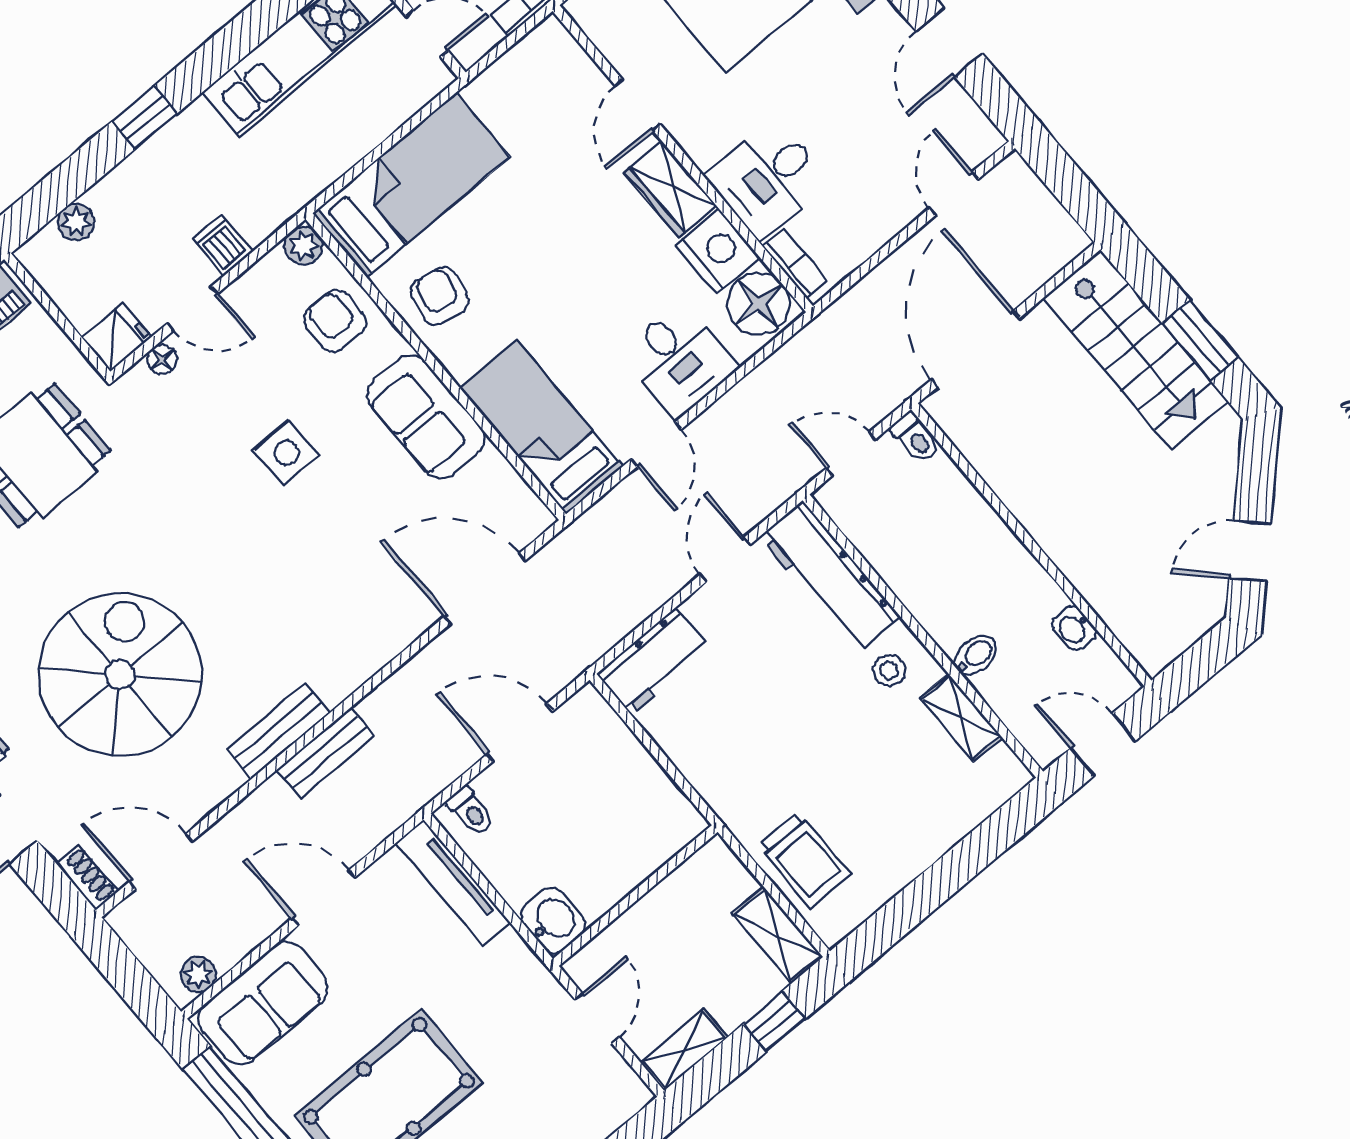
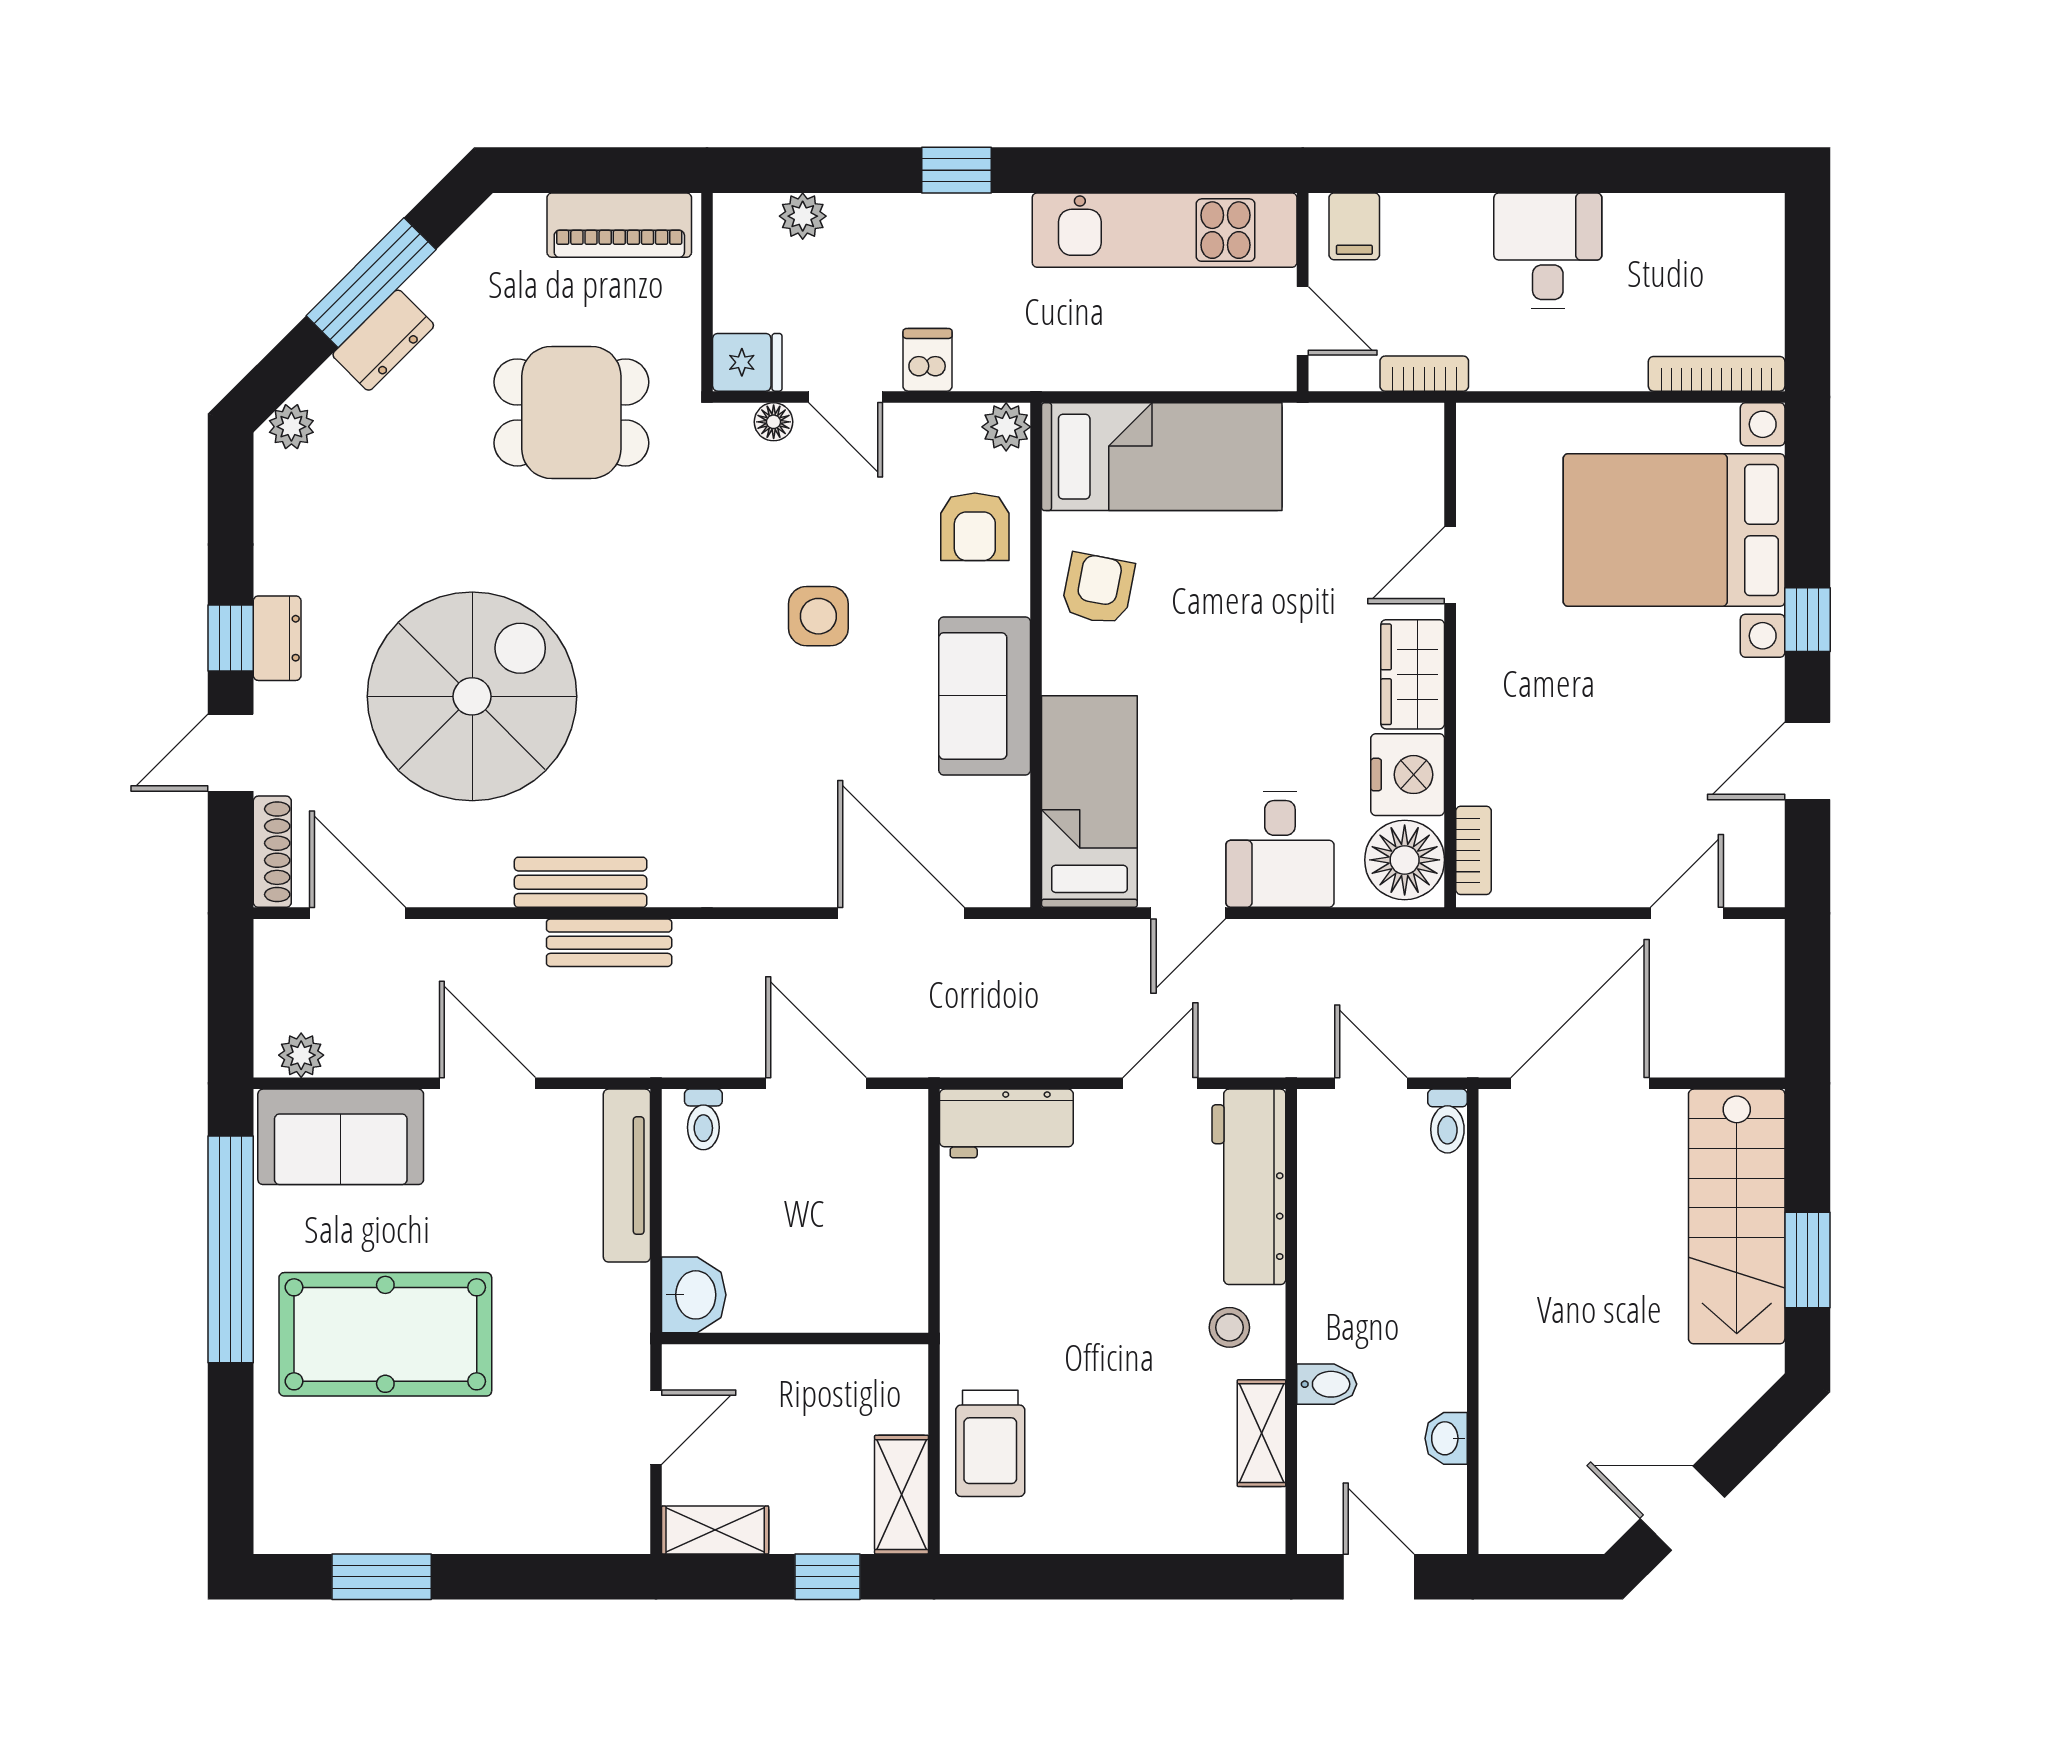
desk: (768, 179) -> (1517, 745), removed
armchair: (335, 321) -> (975, 527), turned 180
shoe rack: (87, 878) -> (272, 852), width x1.43

